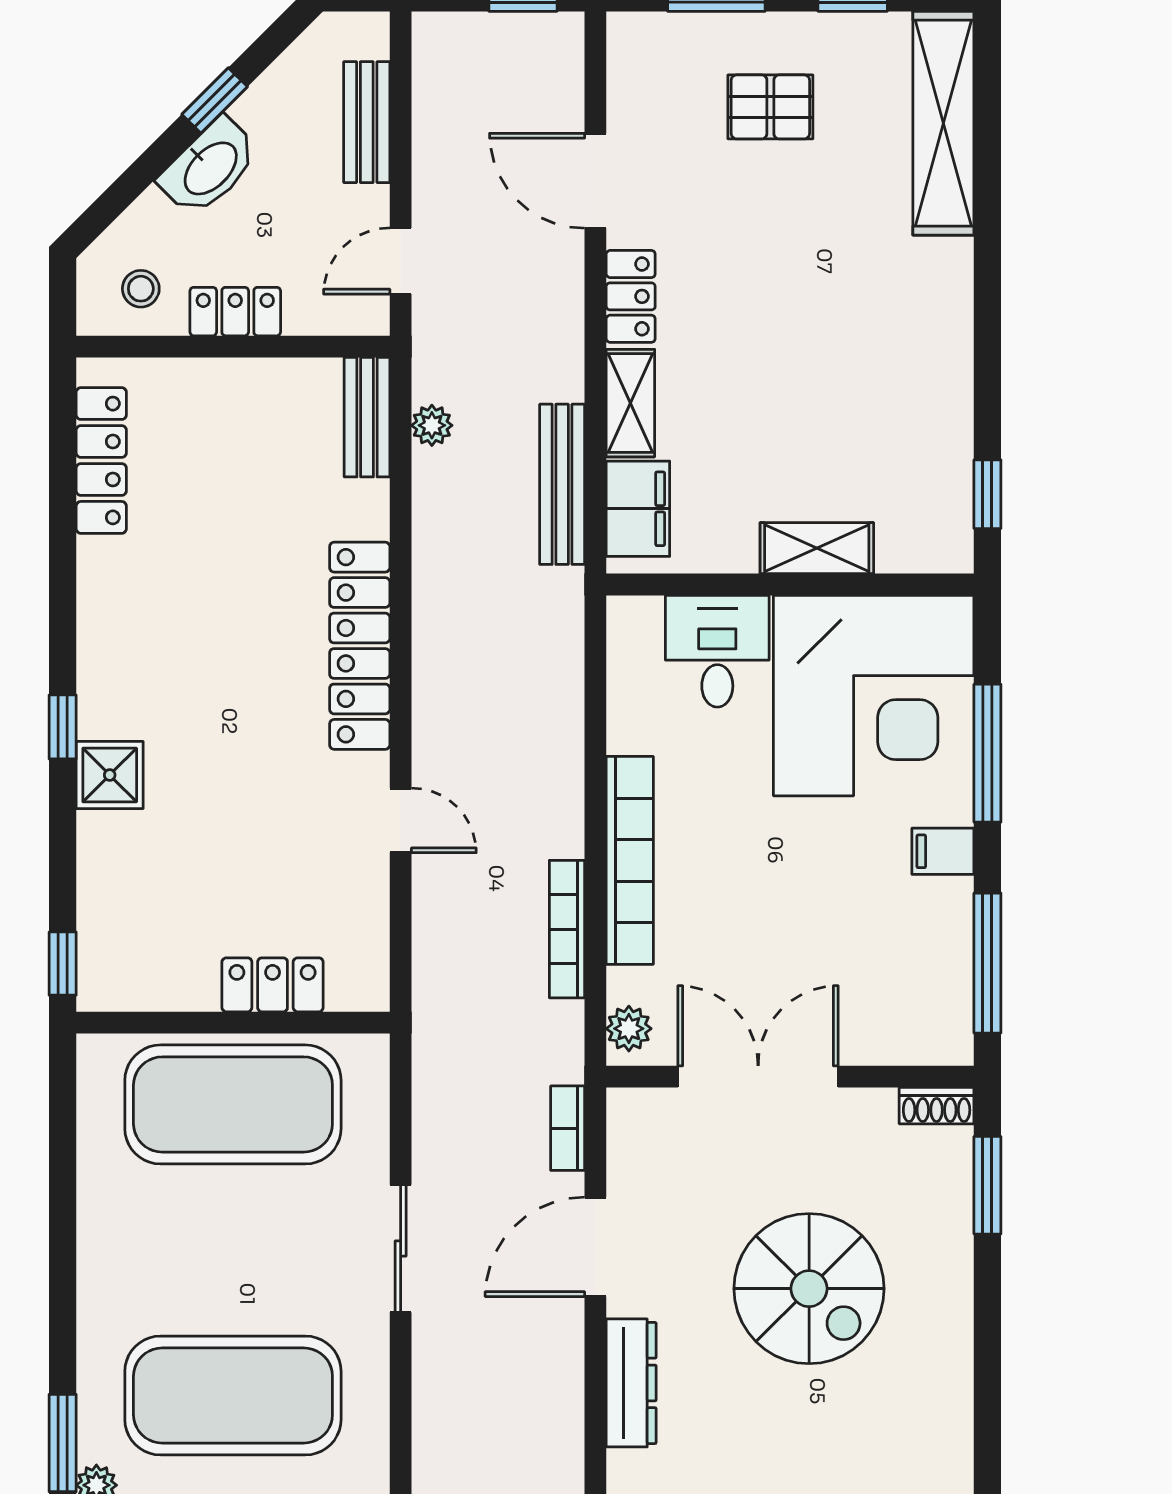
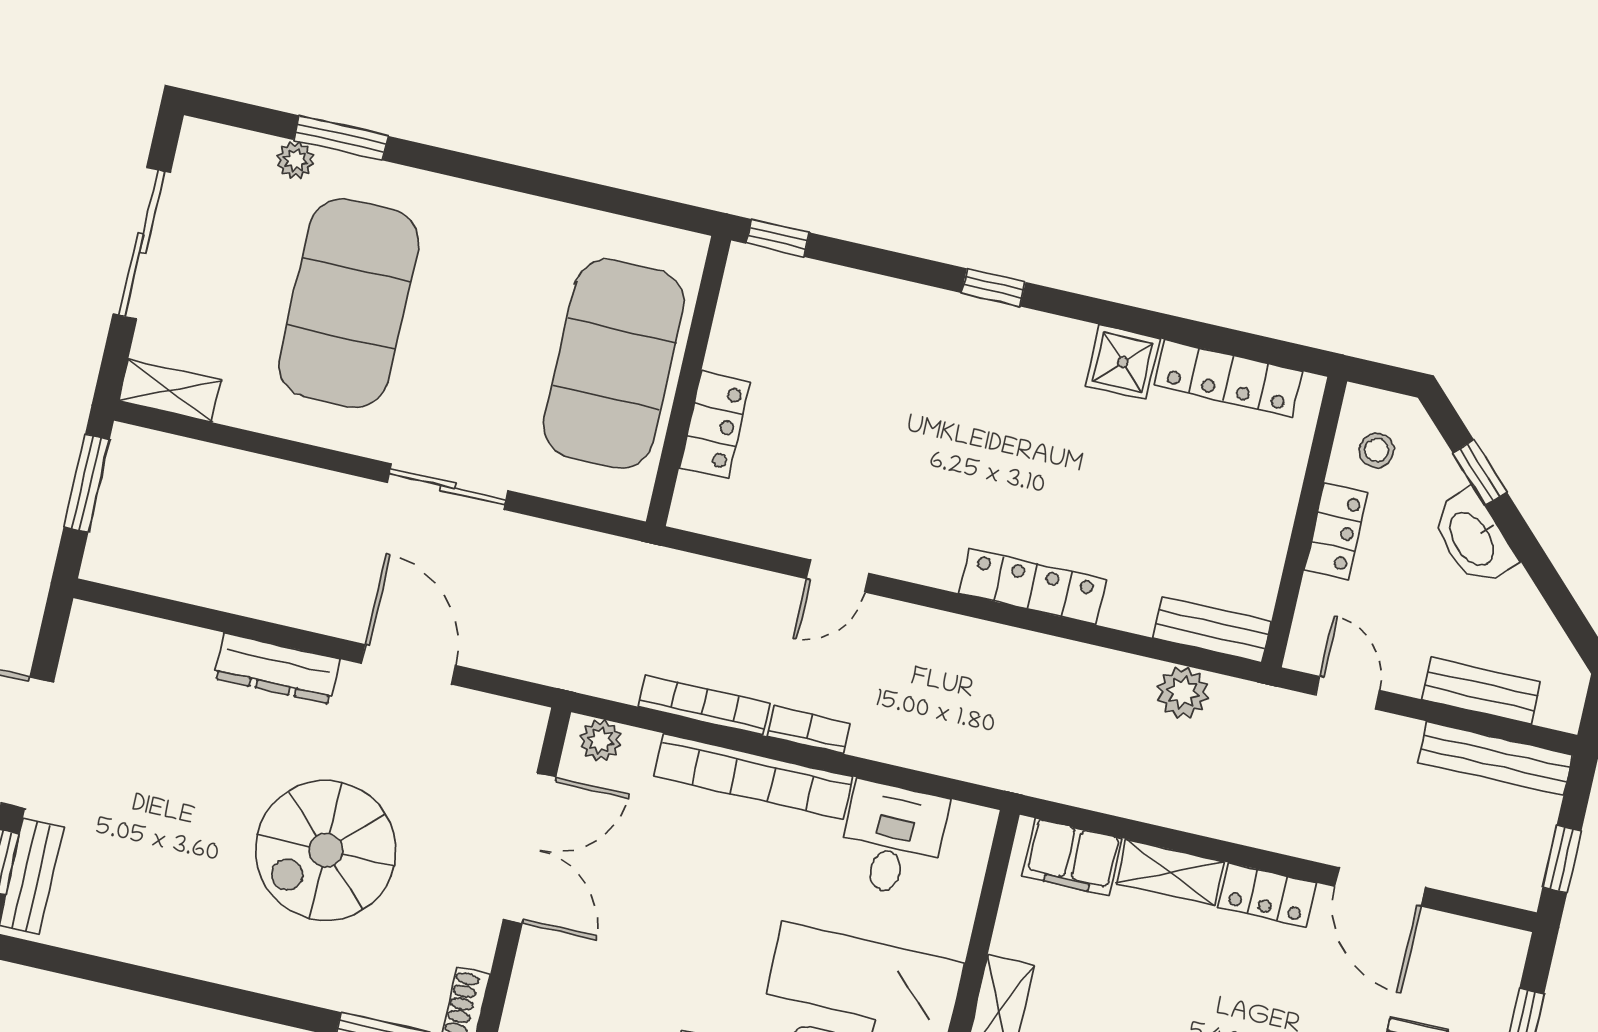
window: (215, 101) -> (1480, 472), moved
door: (595, 181) -> (1380, 887), swing flipped
plant: (432, 425) -> (1183, 692), width x1.38, depth x1.38
bench: (562, 484) -> (1495, 758), moved
locker: (360, 646) -> (1033, 586), width x0.71, depth x0.83
desk: (717, 651) -> (893, 839), moved, turned -90
shower: (110, 775) -> (1123, 362), moved
bookcase: (568, 1128) -> (809, 730), moved

